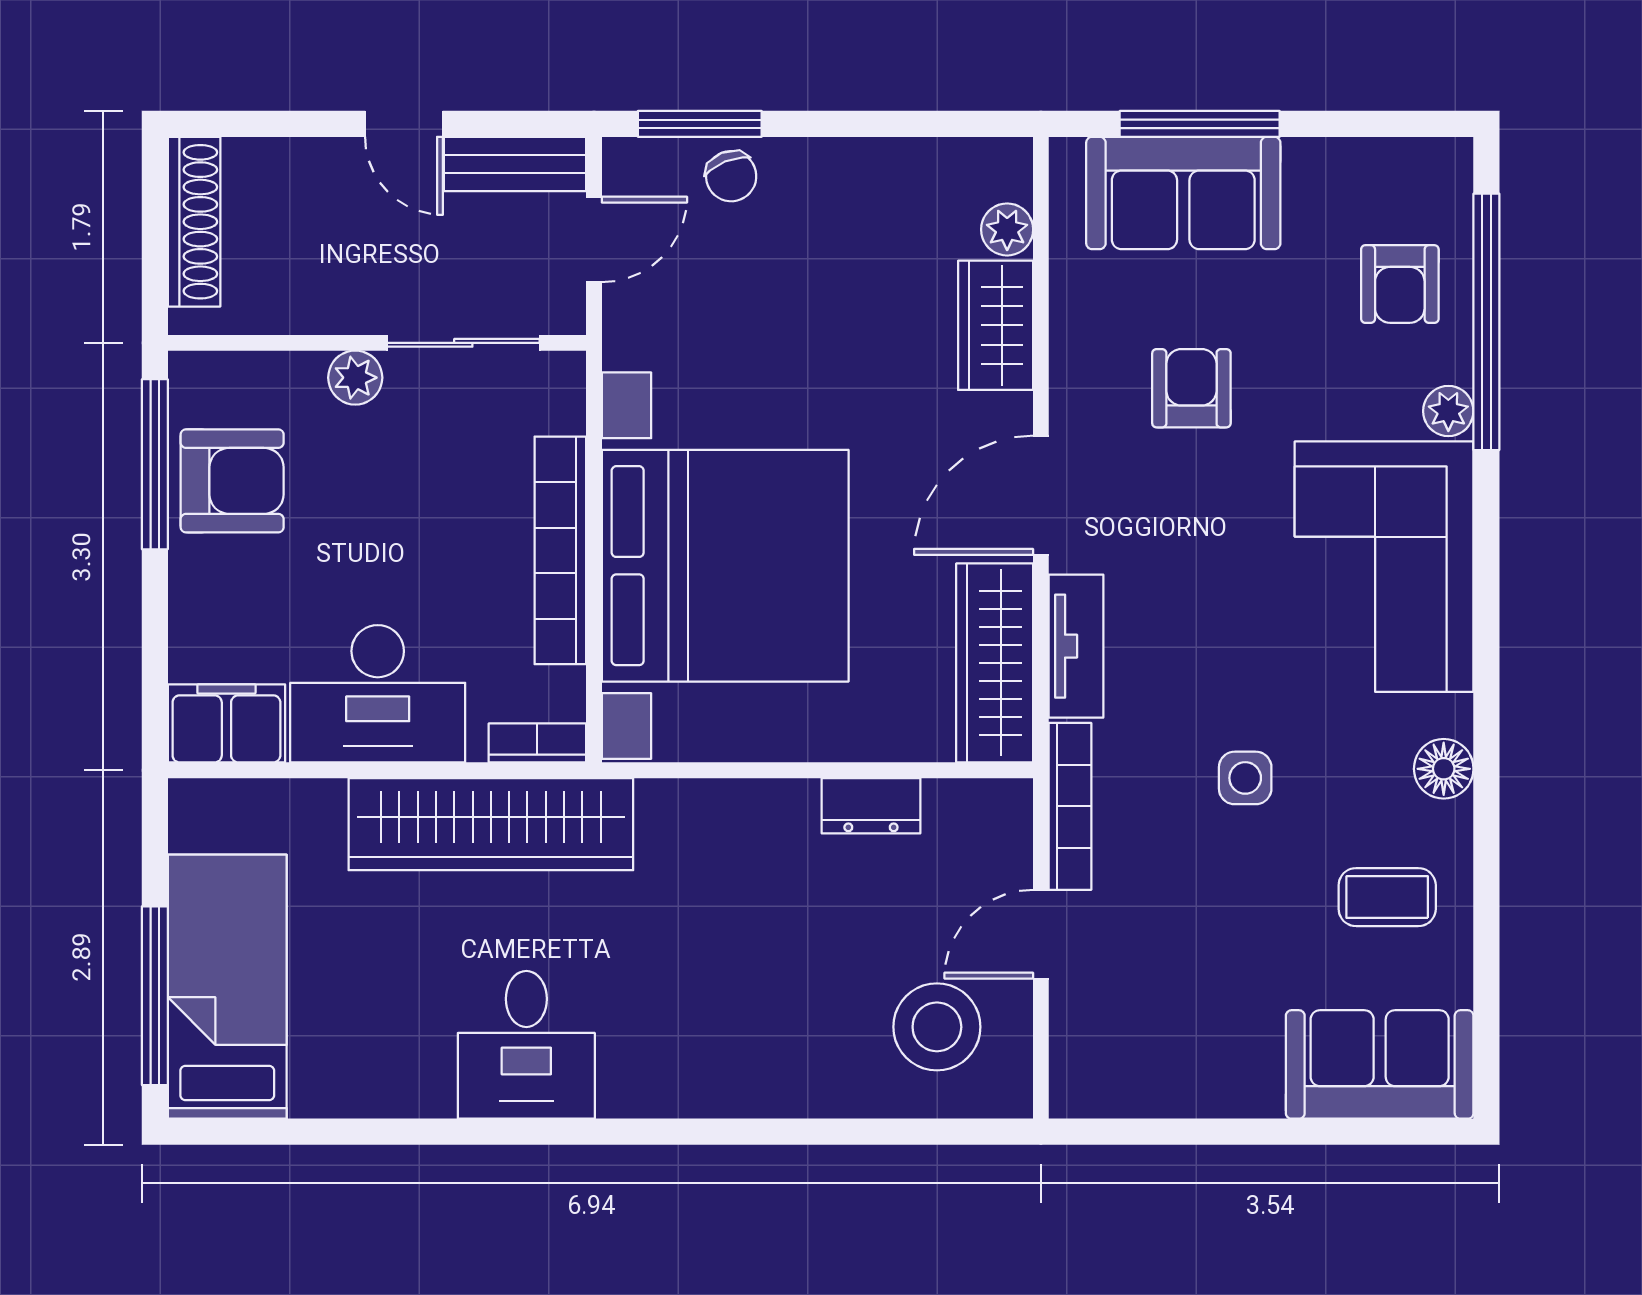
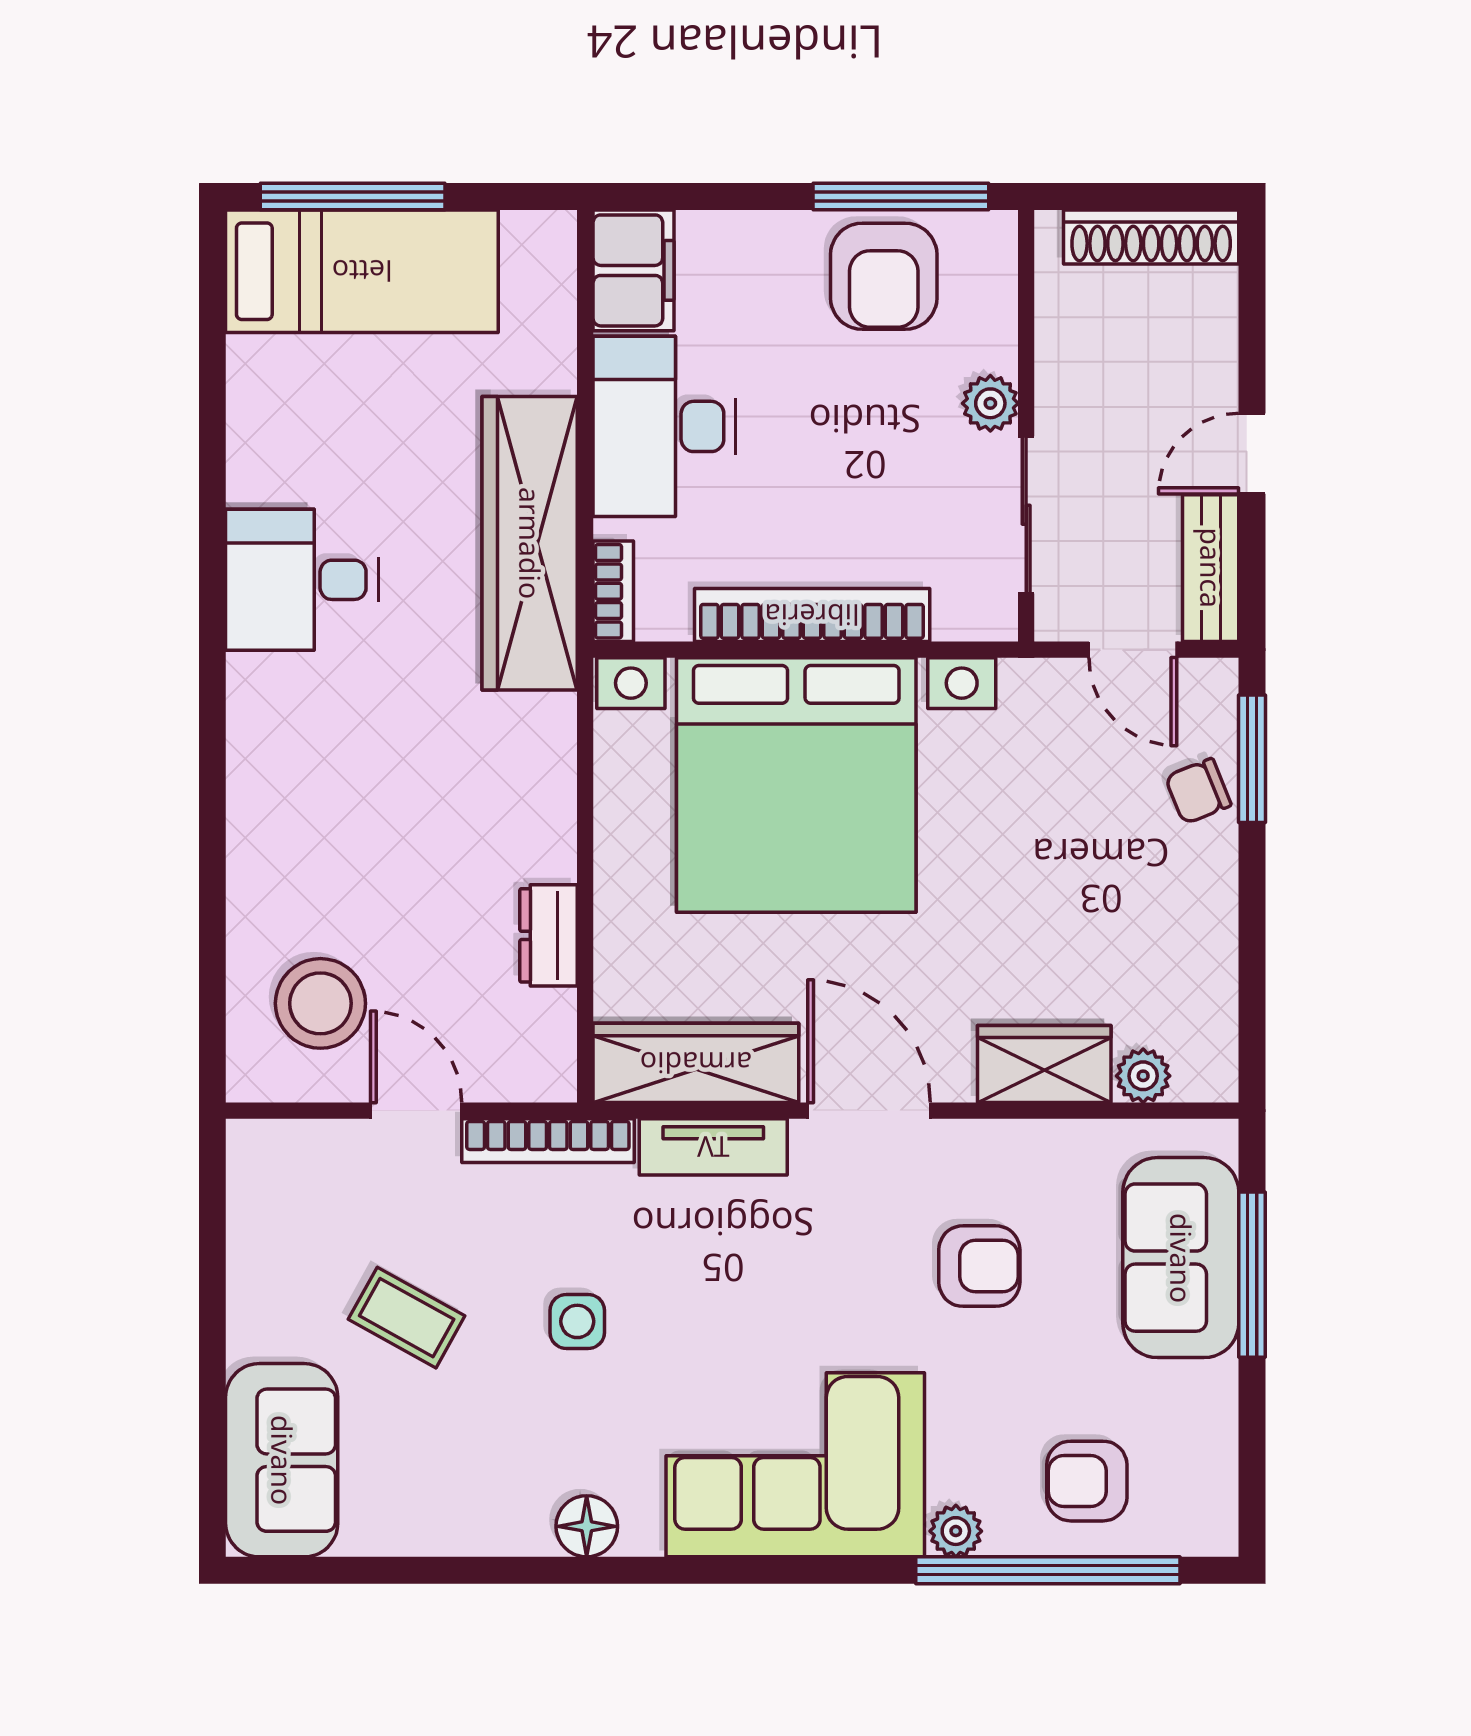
coffee table: (1387, 897) -> (407, 1318), moved, turned -61

